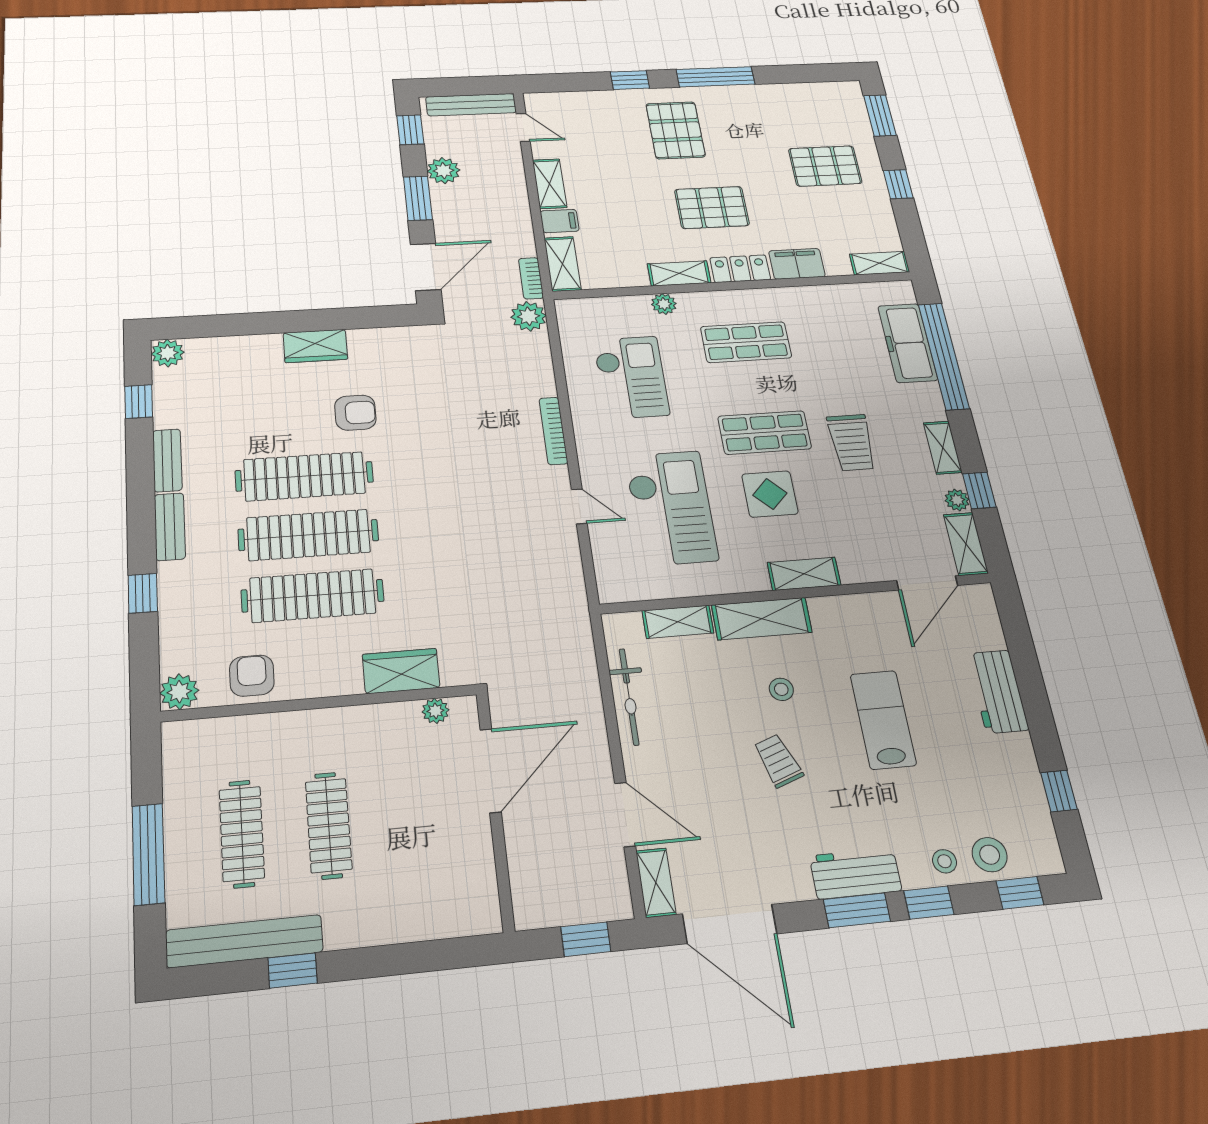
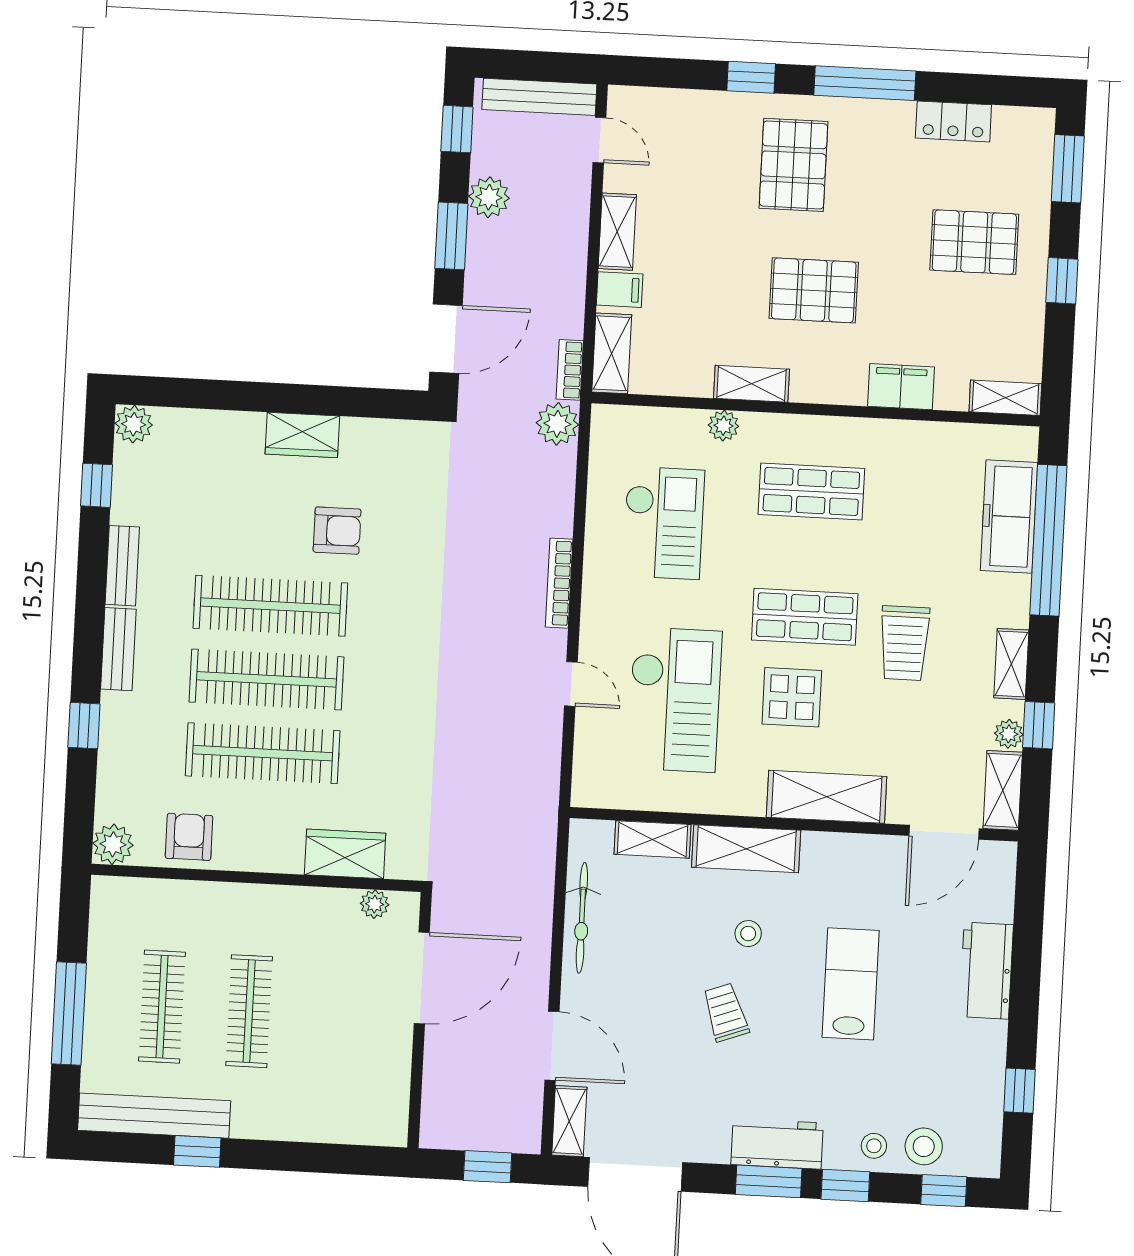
locker: (740, 269) -> (953, 121), moved, turned 180
shelving: (804, 574) -> (827, 797), width x1.50, depth x1.33

